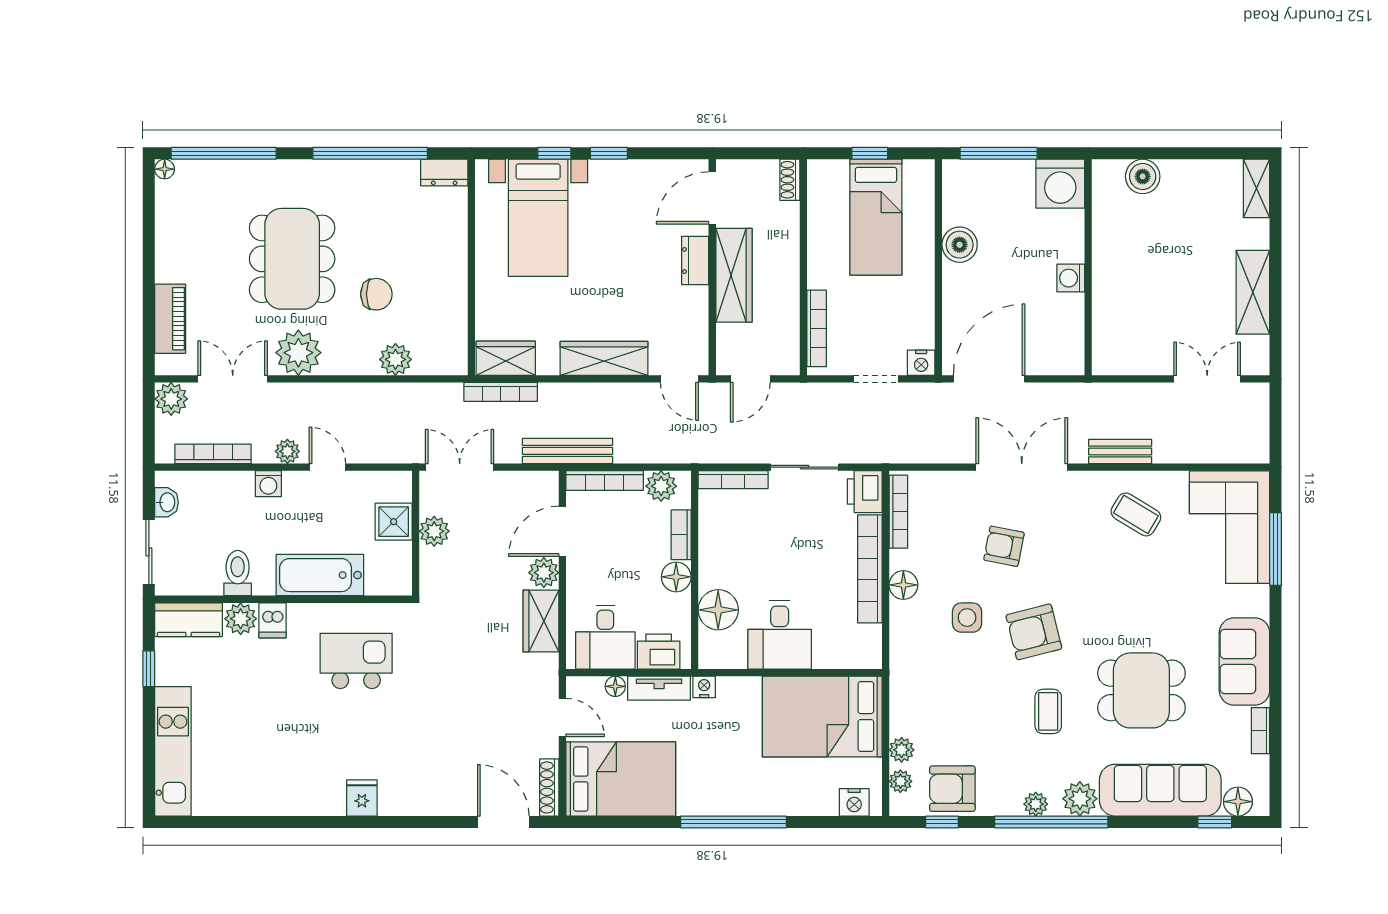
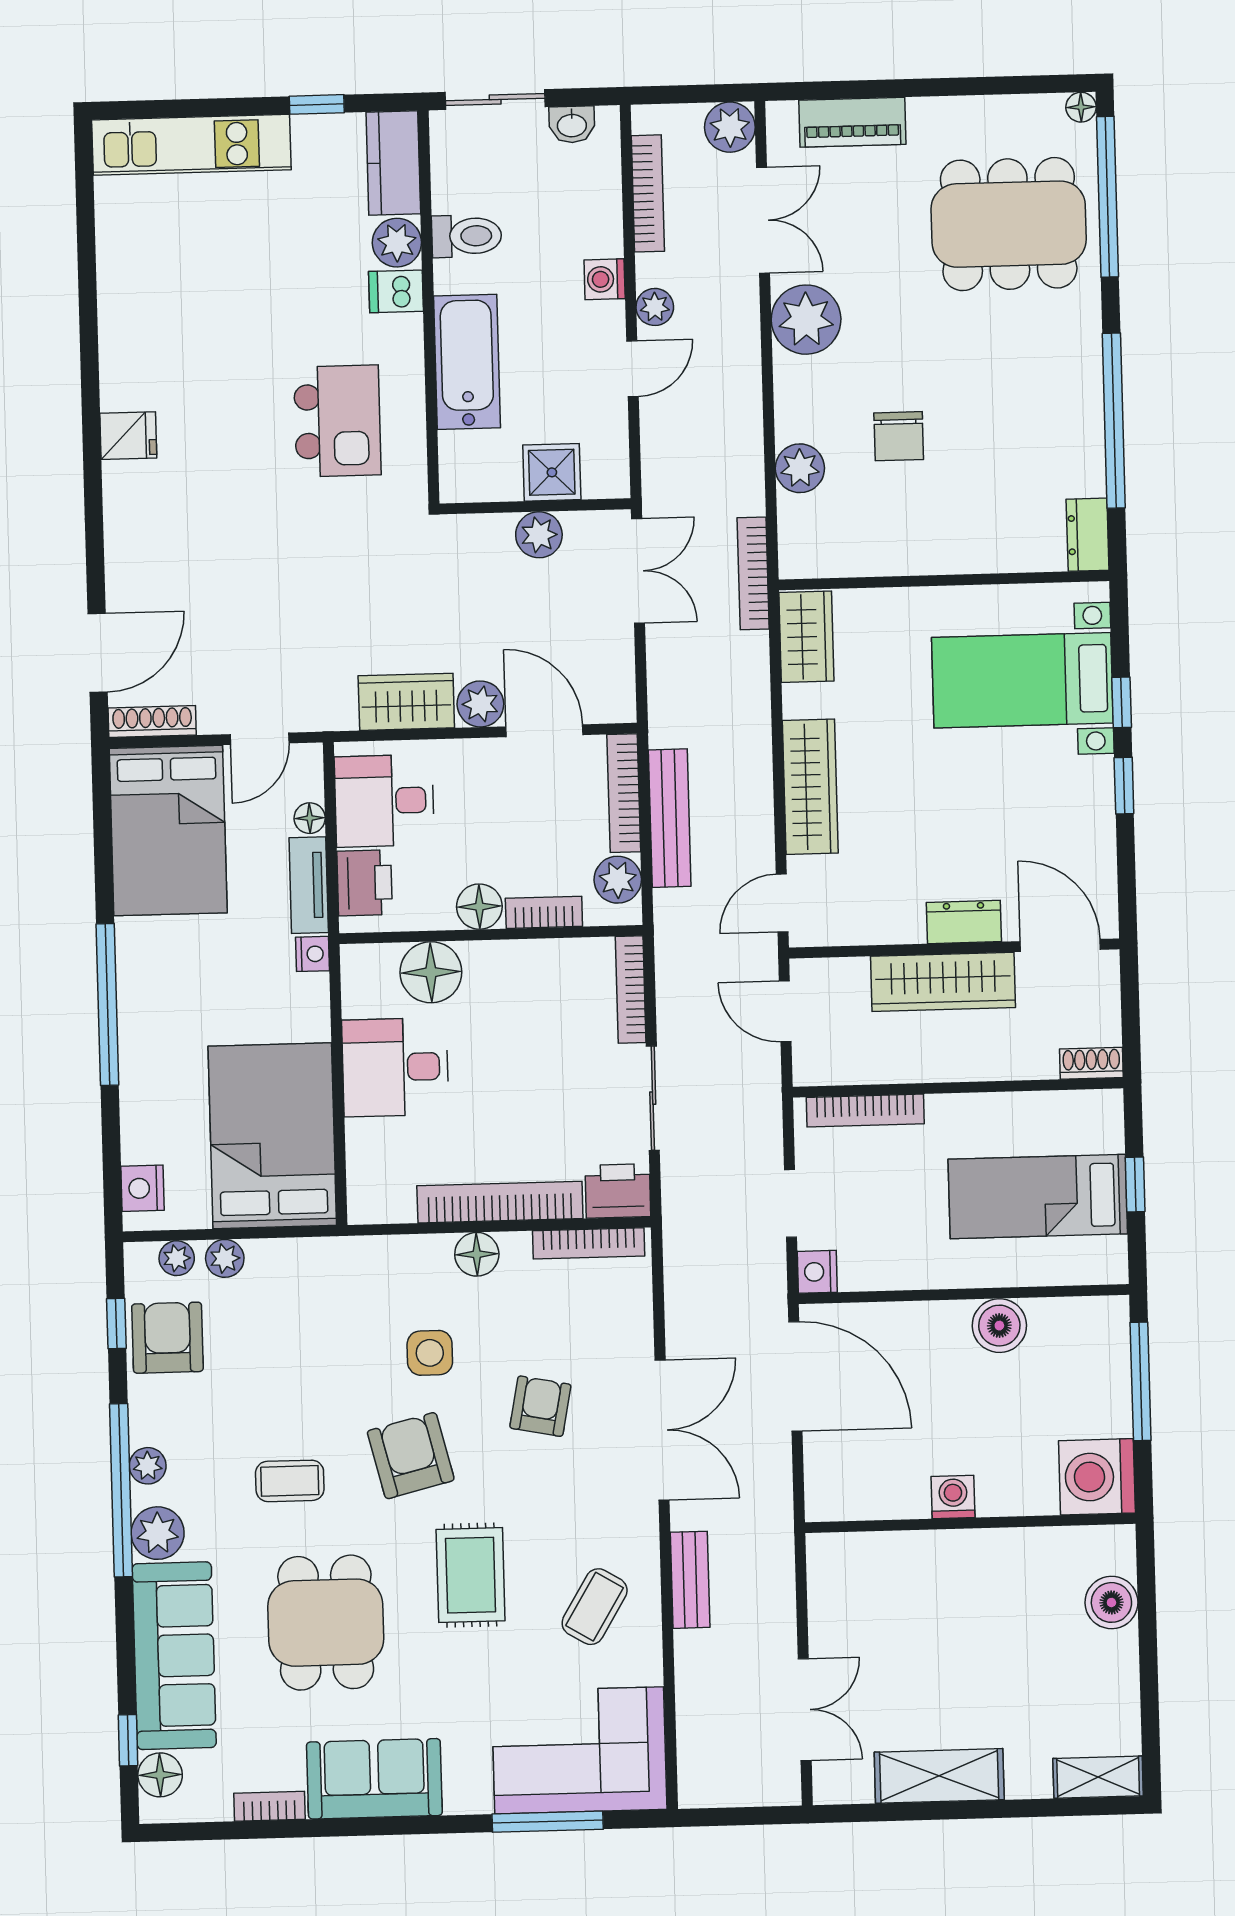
dining table: (292, 259) -> (1009, 224), moved
bookcase: (501, 392) -> (753, 573), moved
bench: (567, 451) -> (670, 818), moved
rug: (1113, 595) -> (471, 1575), added

